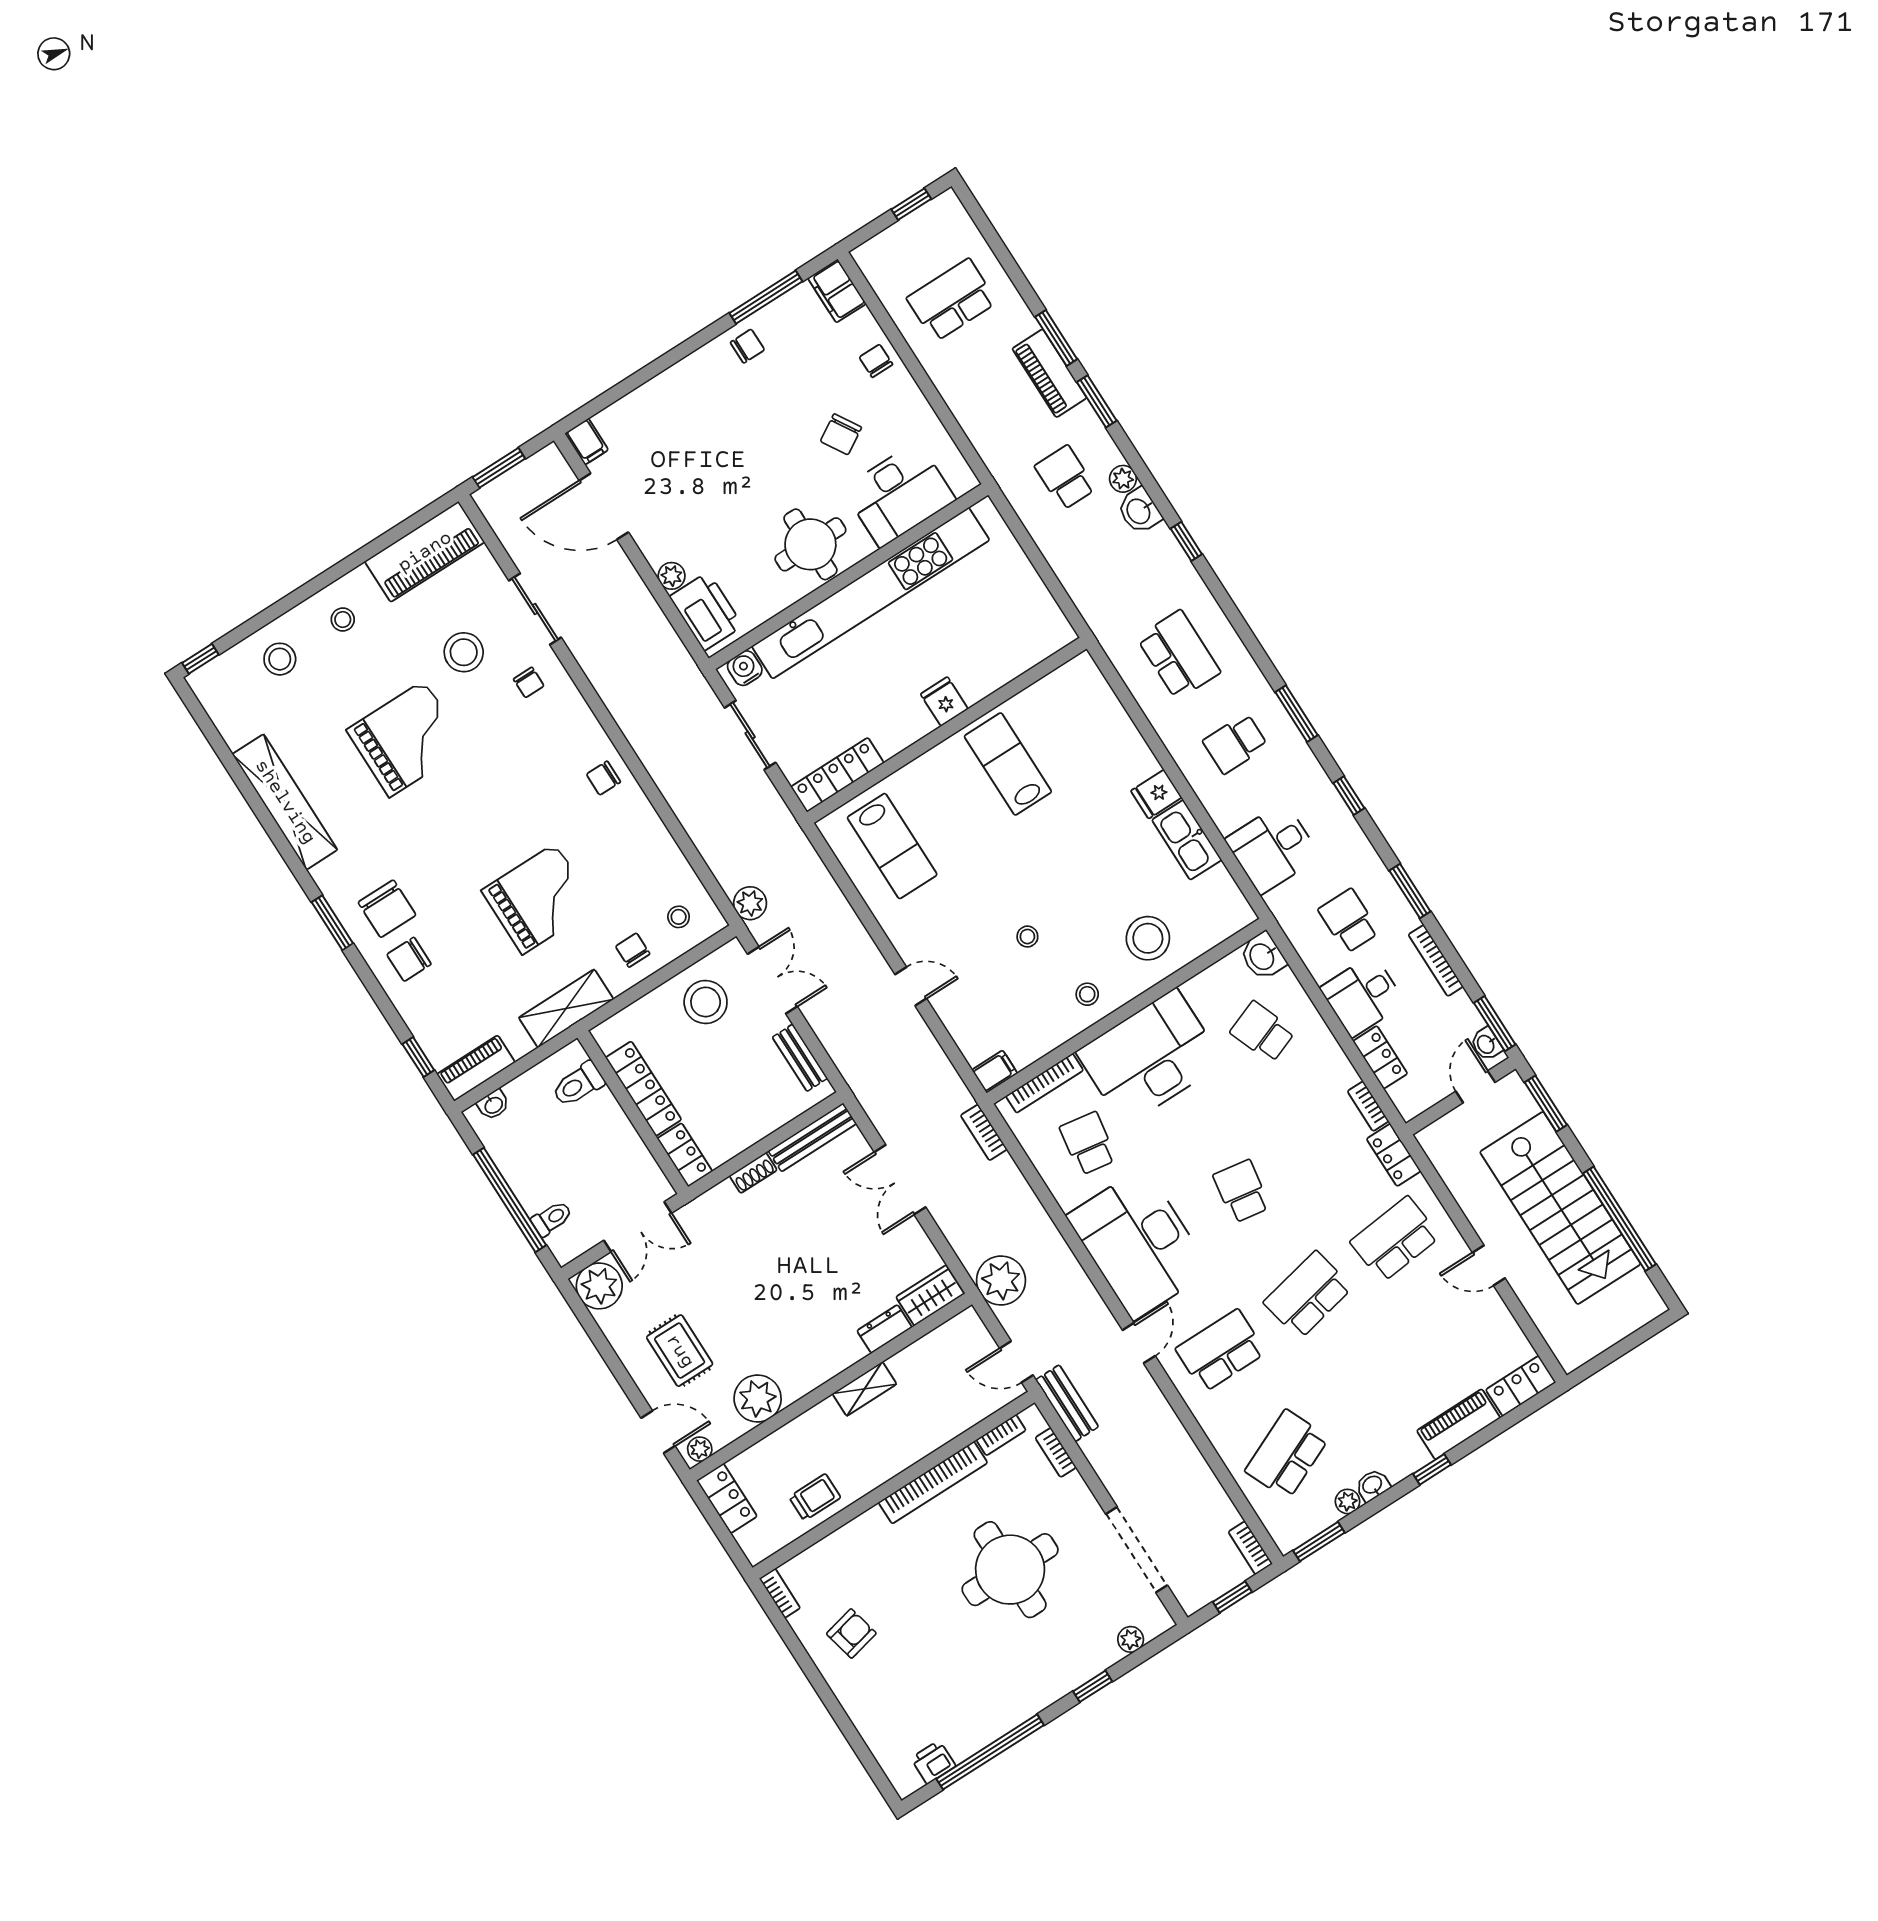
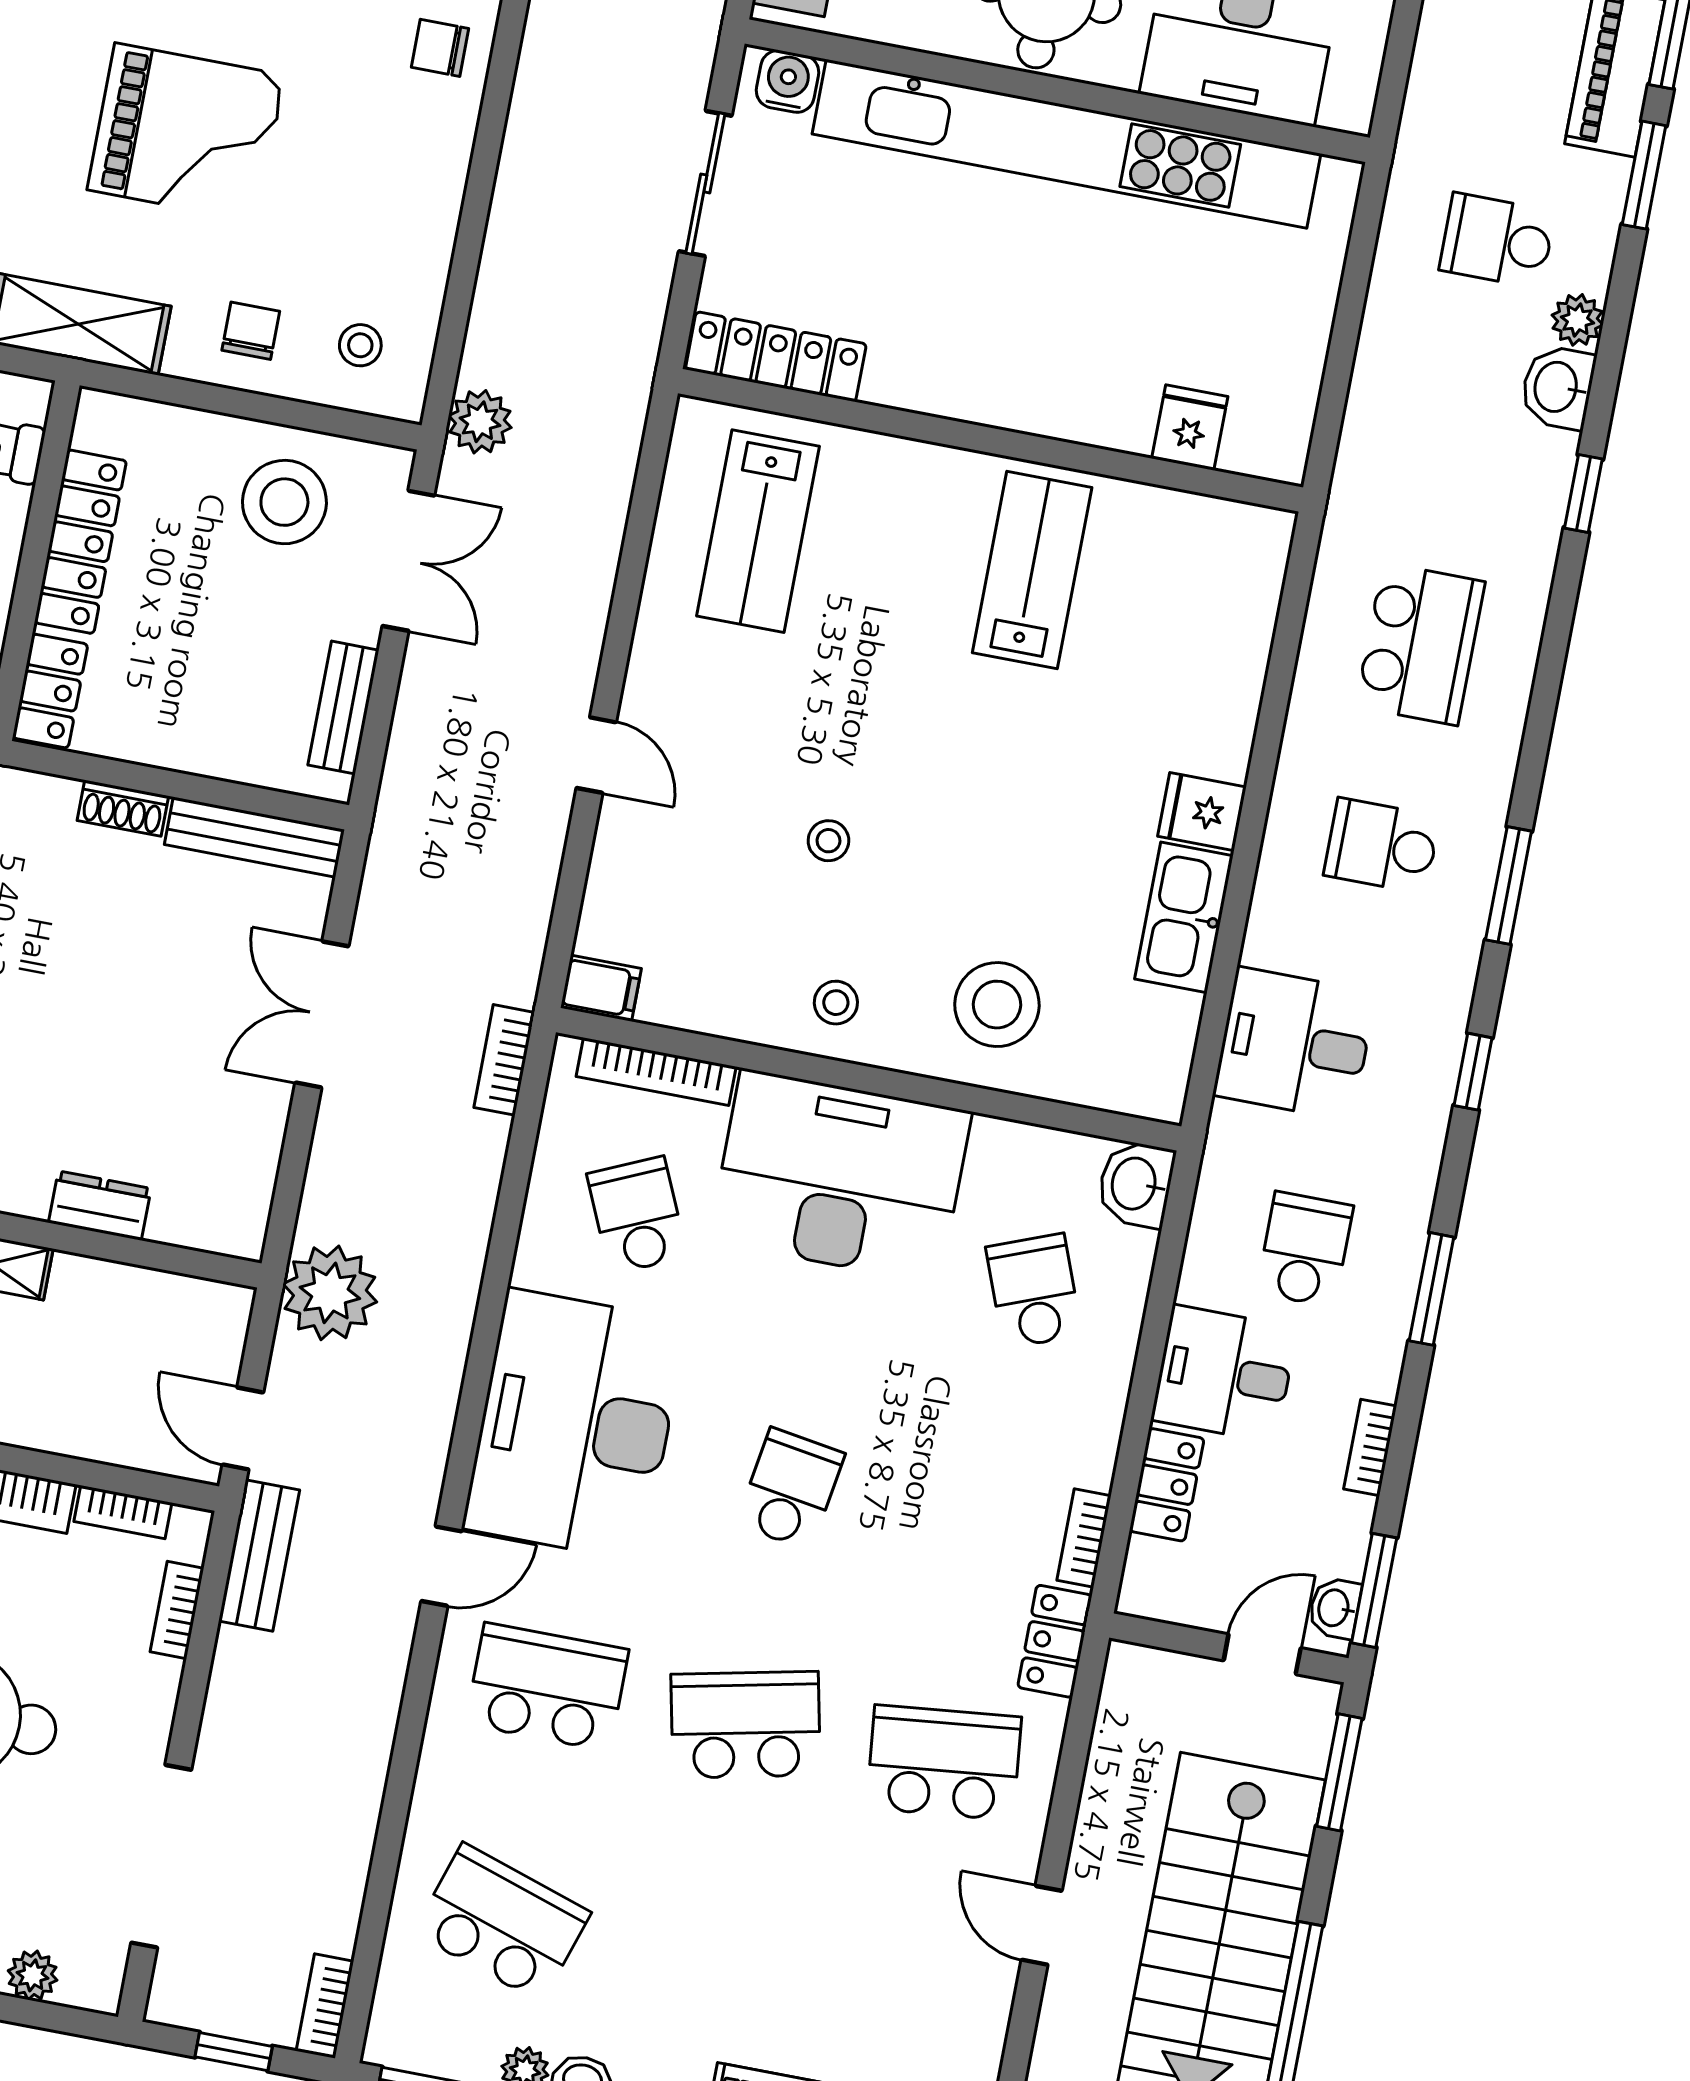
school desk: (1065, 478) -> (1497, 241), turned -90
fridge: (944, 702) -> (1190, 427), moved
bookcase: (1436, 961) -> (1370, 1447), width x0.64
school desk: (1088, 1143) -> (637, 1215), turned -33
wardrobe: (930, 1295) -> (209, 1219), removed
school desk: (1287, 1454) -> (502, 1923), turned 42

